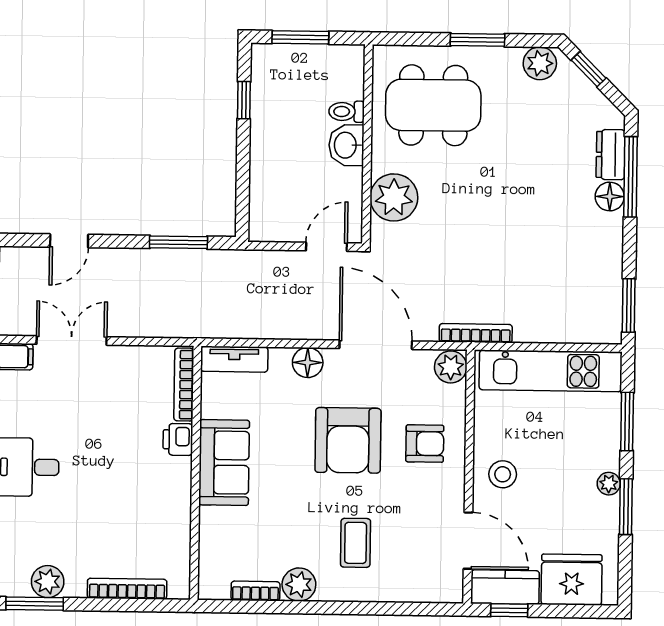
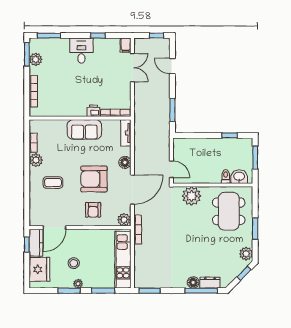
washbasin: (346, 145) -> (239, 177), moved
stool: (503, 474) -> (74, 263), moved

